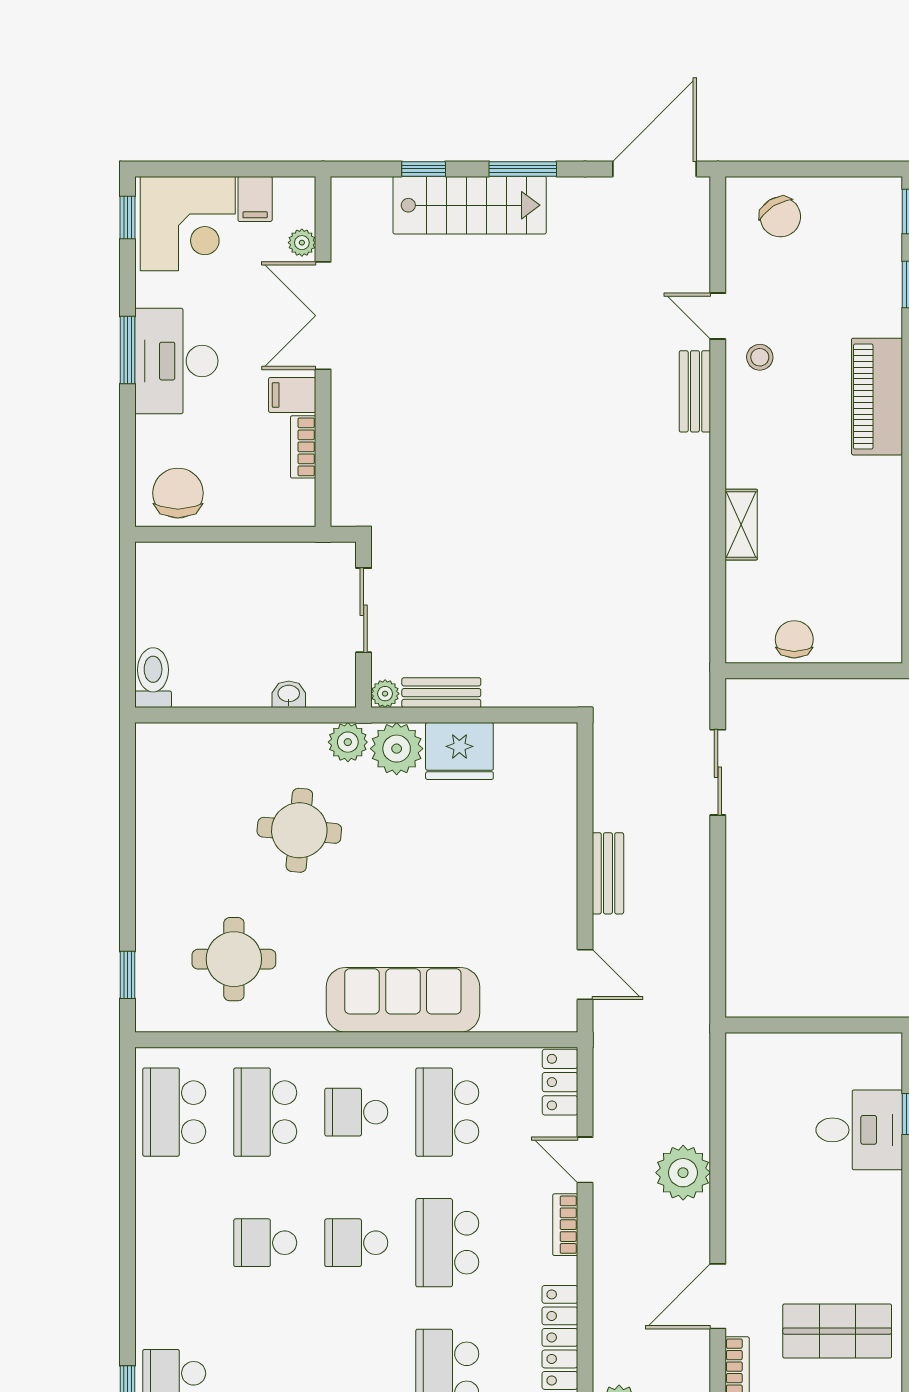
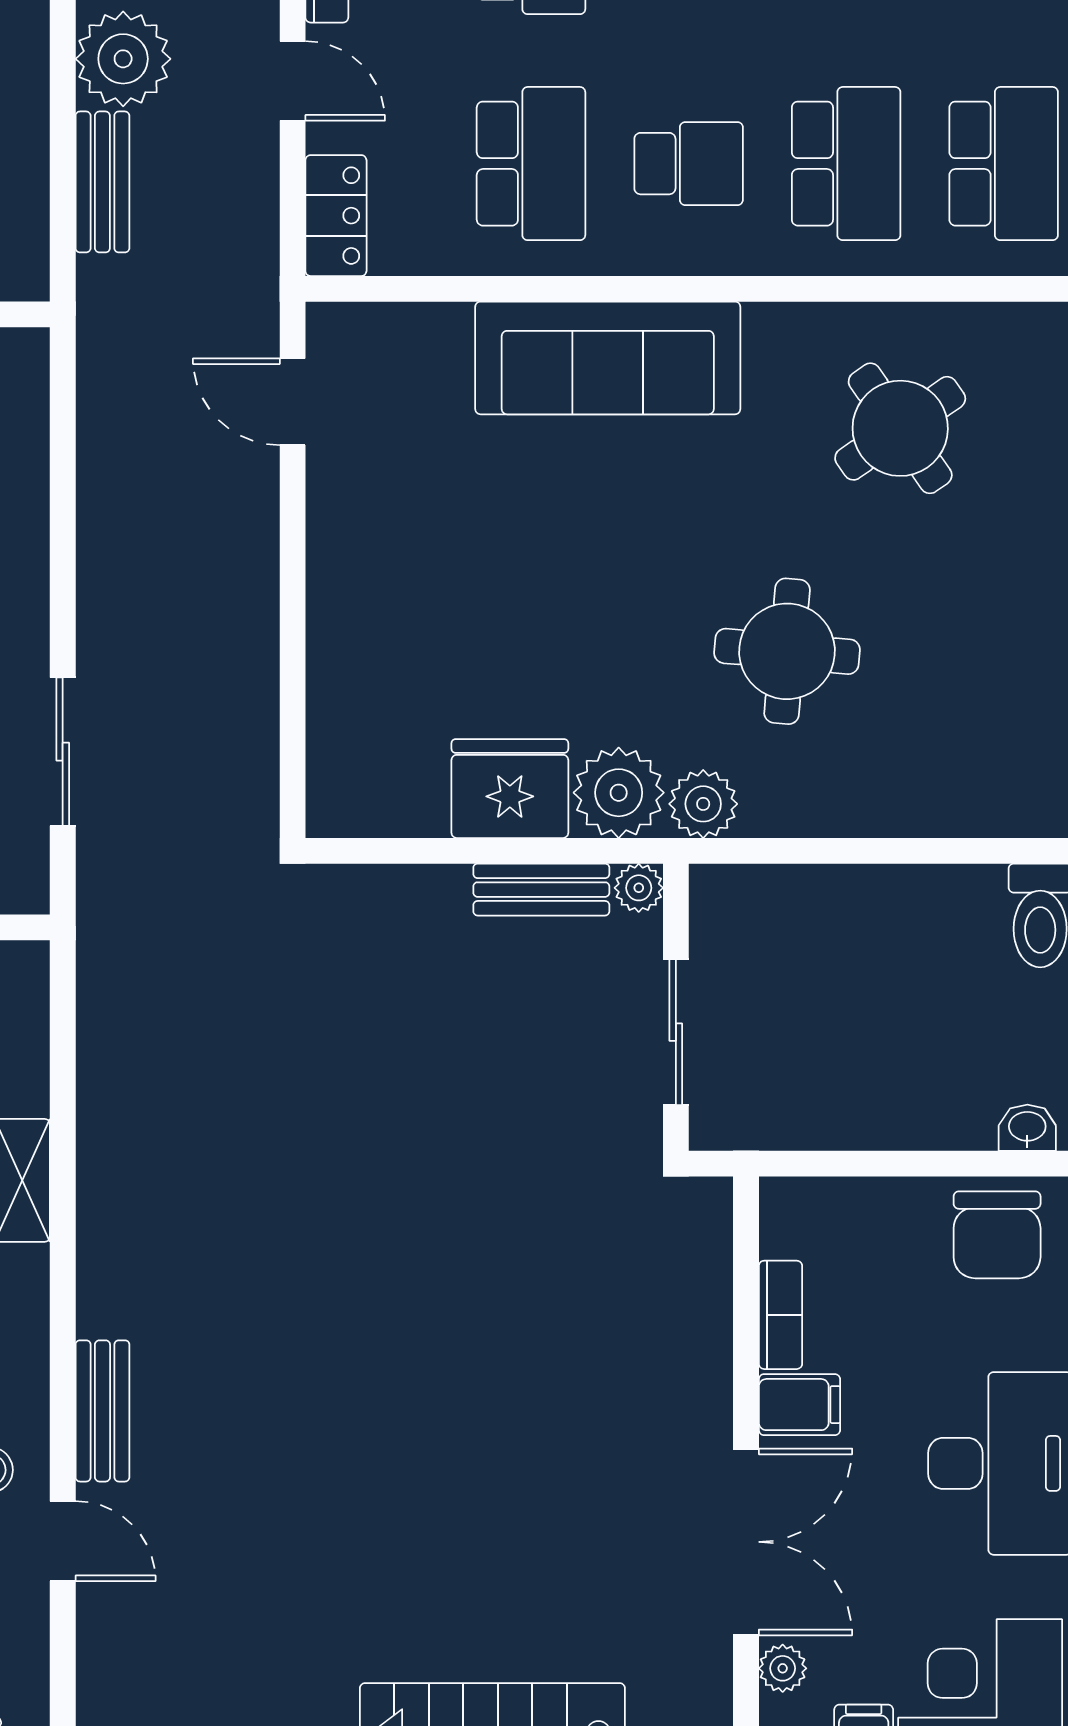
washbasin: (289, 694) -> (1027, 1128), moved, turned 180
bench: (608, 873) -> (102, 182), moved
round table: (234, 959) -> (900, 428), turned -35

